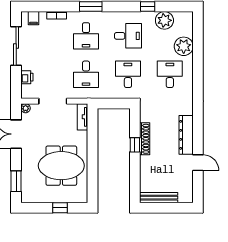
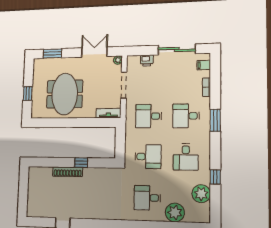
desk: (170, 74) -> (147, 198), turned 180
dresser: (186, 135) -> (89, 212), removed
shoe rack: (145, 139) -> (68, 172), moved
bench: (159, 198) -> (33, 184), removed

